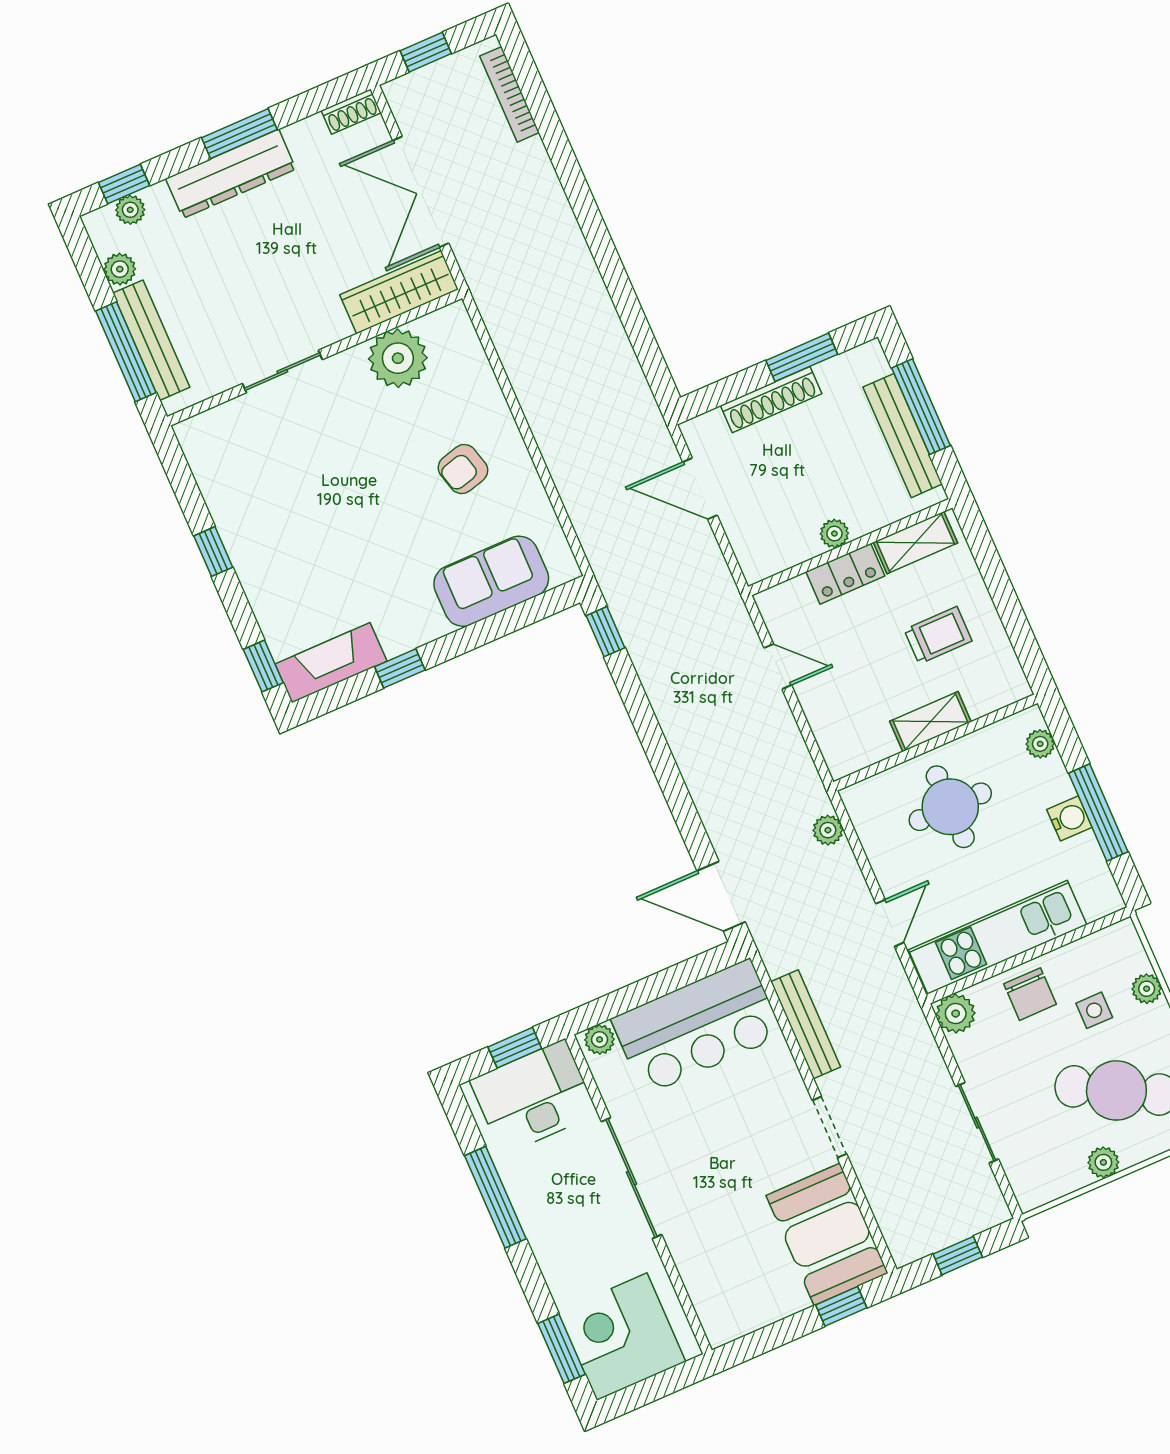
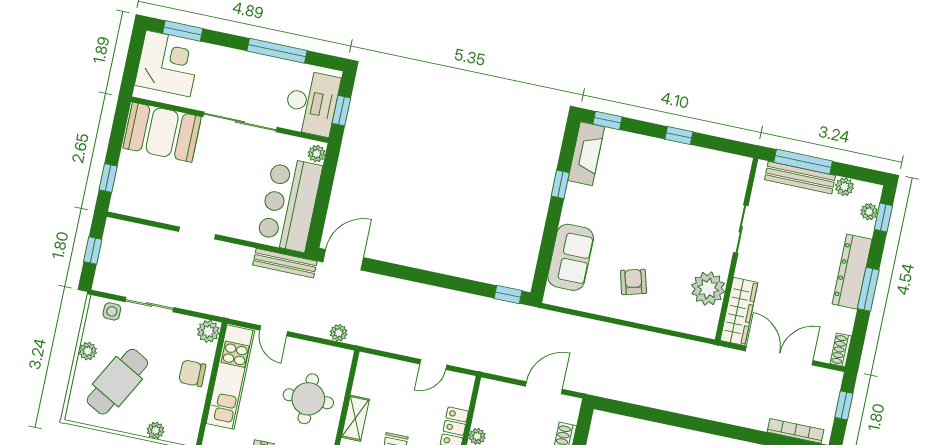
side table: (1094, 1010) -> (112, 311), moved
bench: (806, 1024) -> (285, 263), moved
booth: (827, 1234) -> (162, 132), moved

